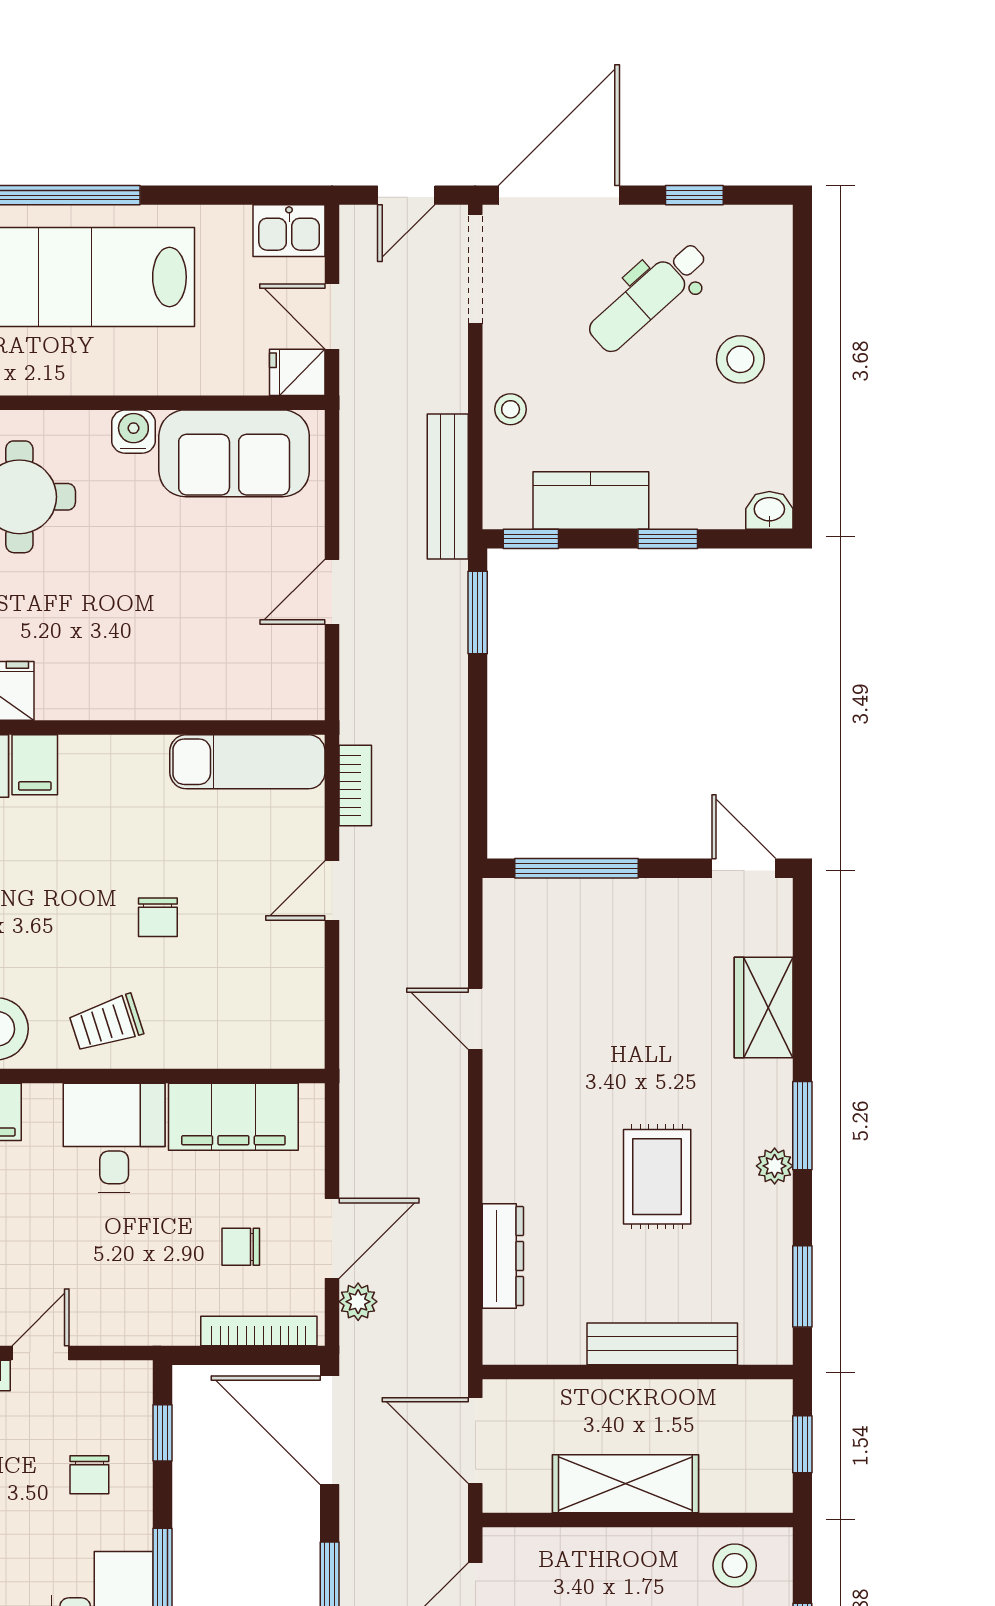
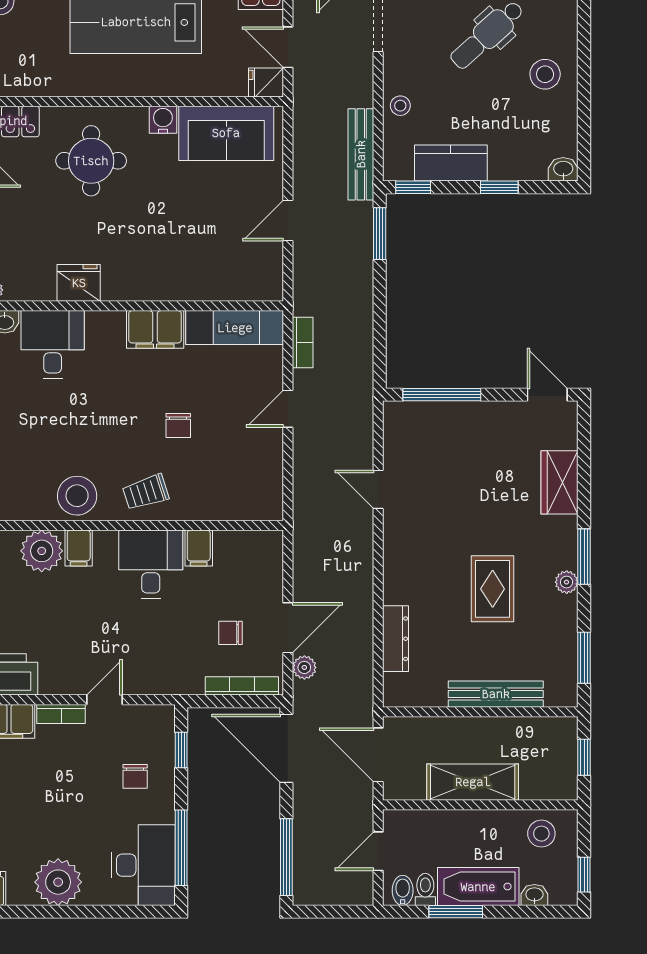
filing cabinet: (35, 765) -> (155, 329), moved, width x2.00
filing cabinet: (233, 1117) -> (199, 548), width x0.33, depth x0.86

